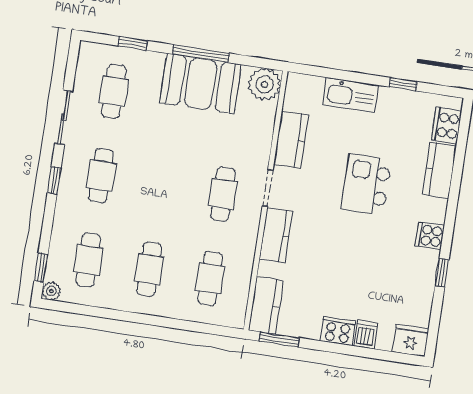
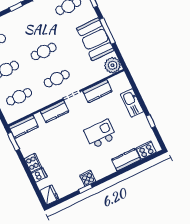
cafe table: (101, 176) -> (44, 51), moved
cooker: (430, 236) -> (88, 178), moved

